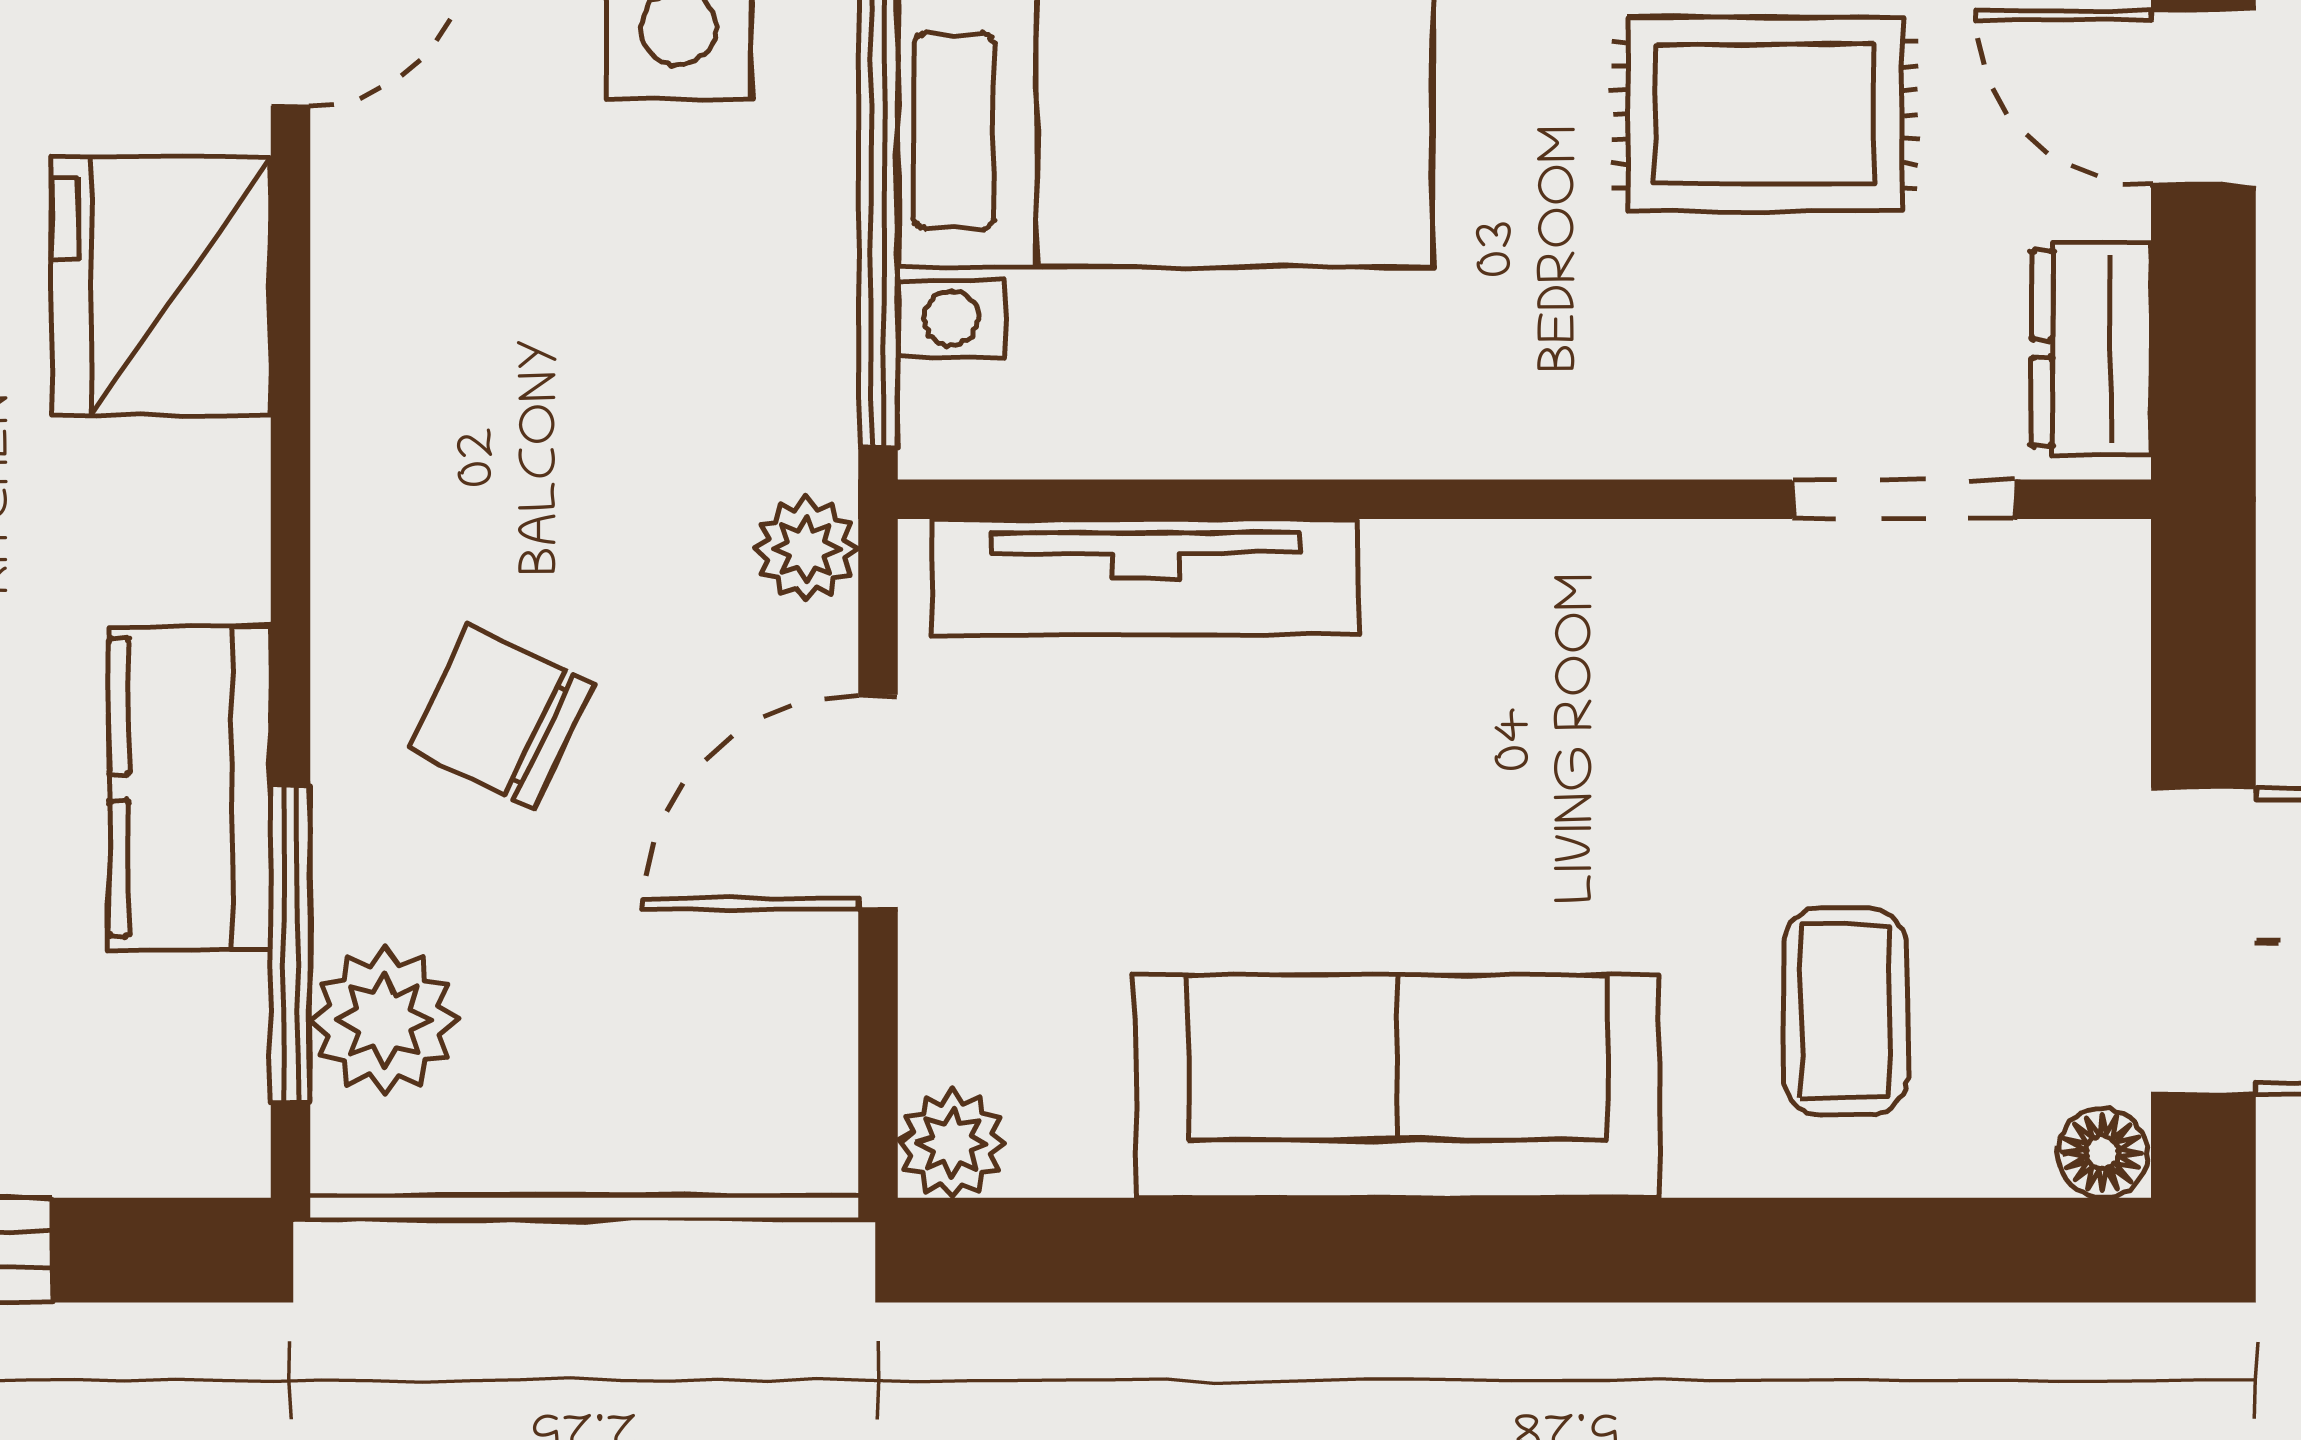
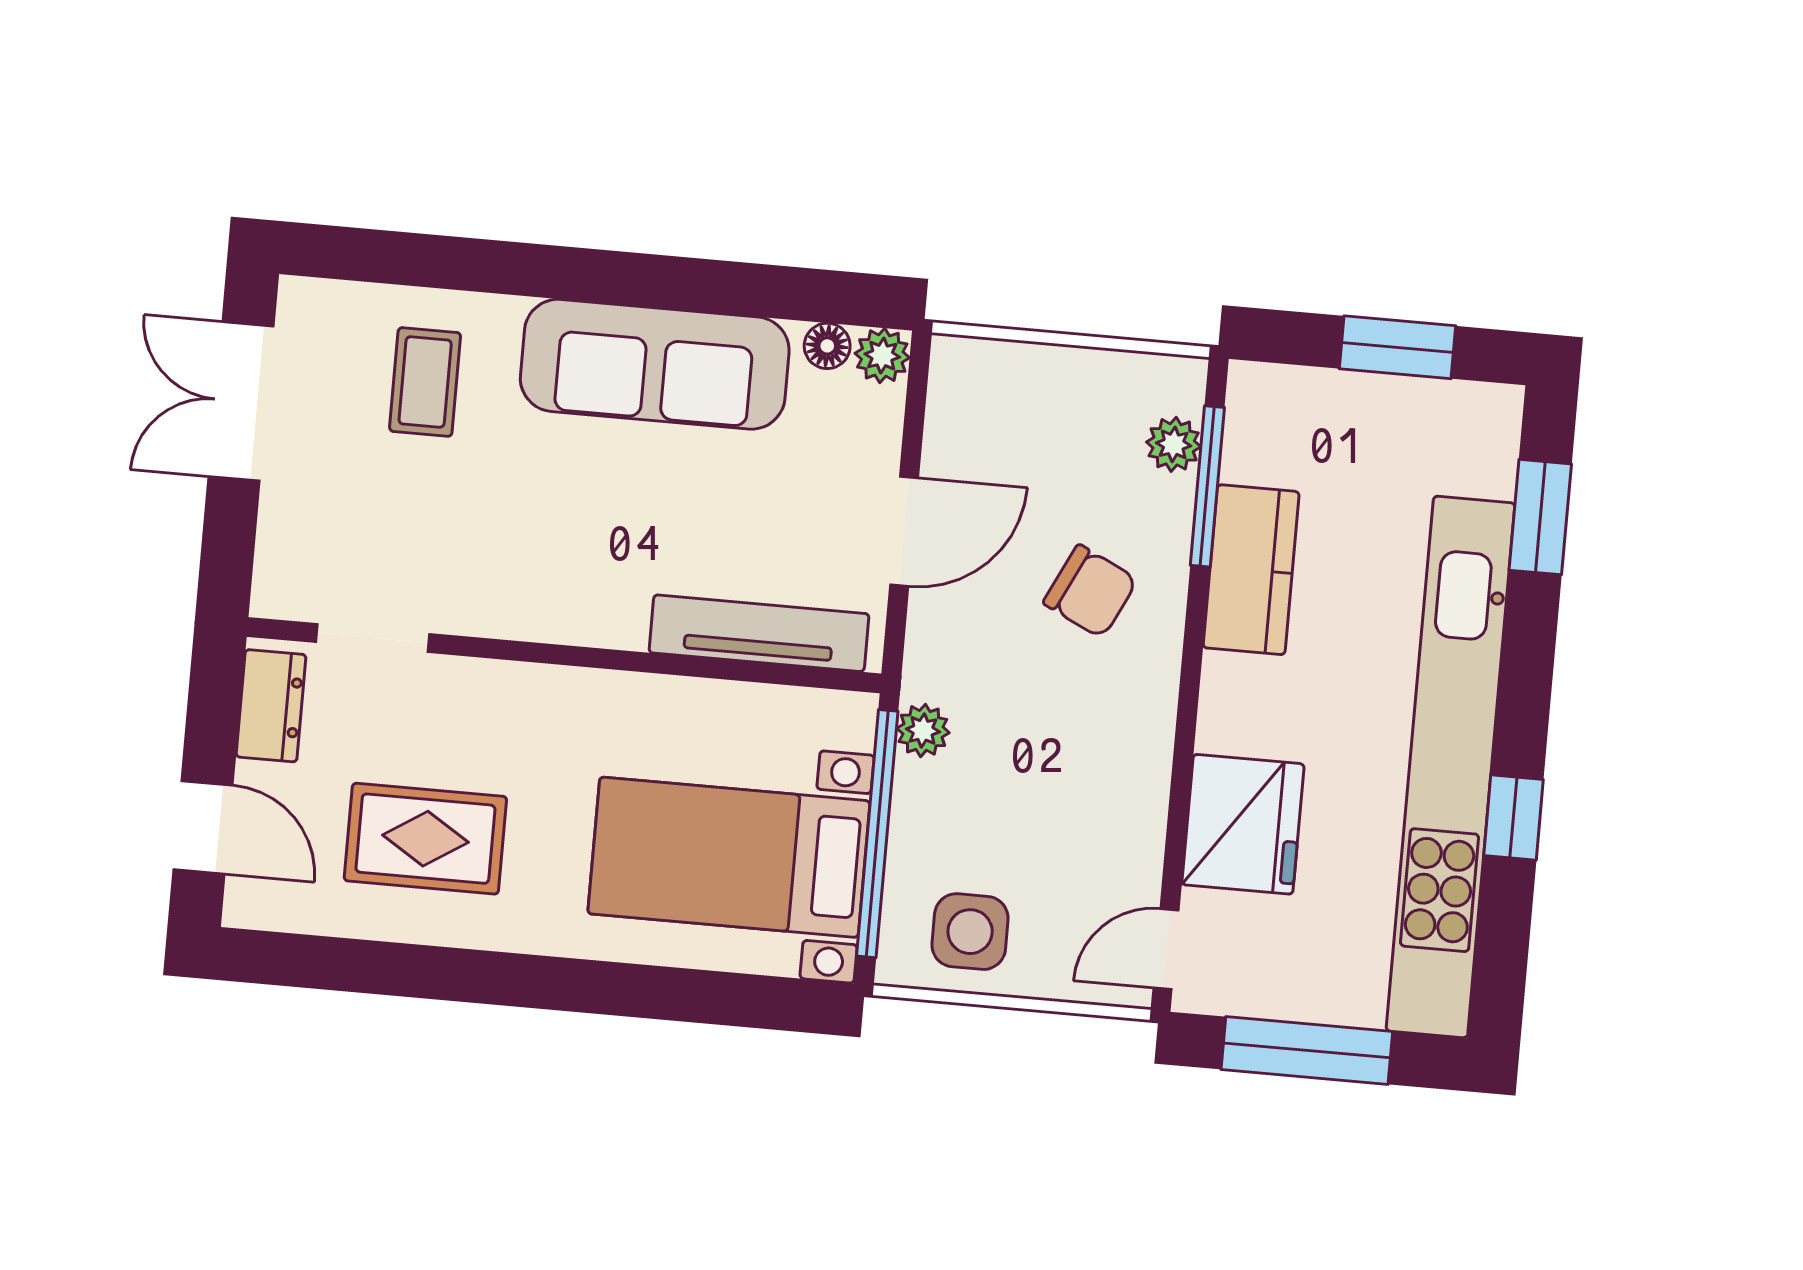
plant: (806, 549) -> (923, 730), moved
plant: (384, 1020) -> (1174, 444), width x0.73, depth x0.73
floor lamp: (2102, 1153) -> (827, 346), moved

